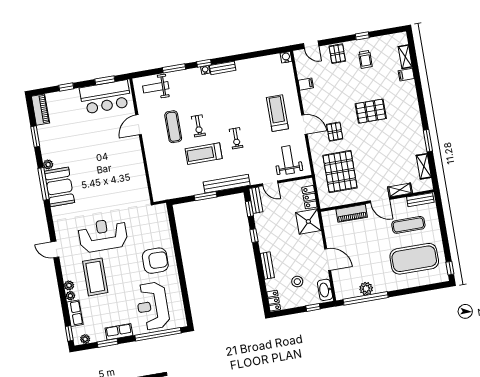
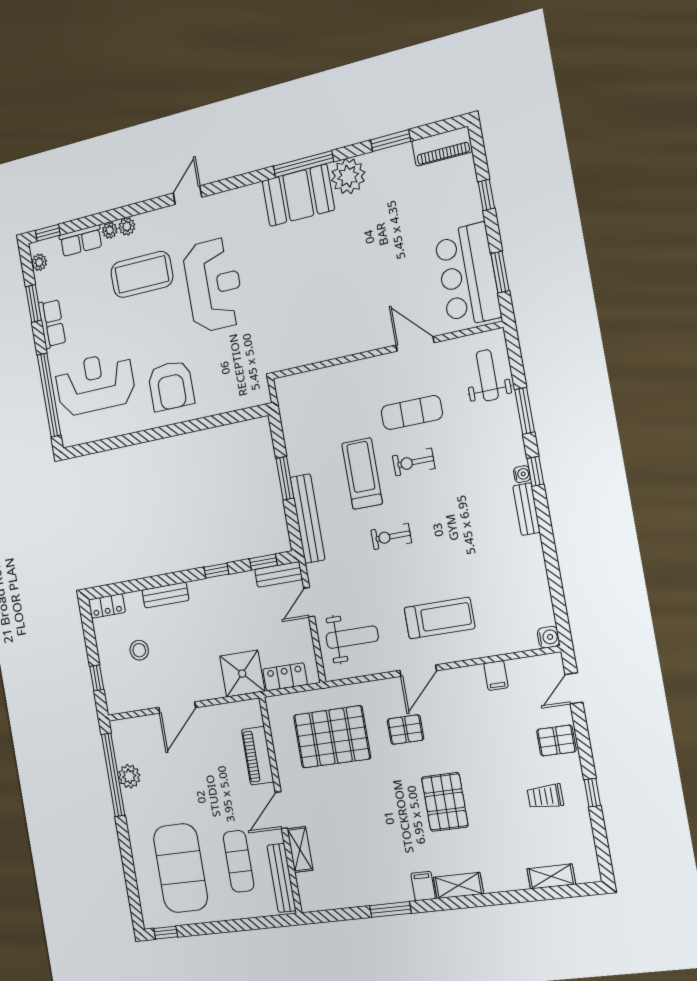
filing cabinet: (406, 75) -> (423, 886), moved
plant: (48, 164) -> (348, 176), width x1.88, depth x1.88
shelving: (424, 166) -> (458, 886), moved
bench: (420, 200) -> (282, 878), width x1.36
washbasin: (325, 290) -> (126, 701), removed

